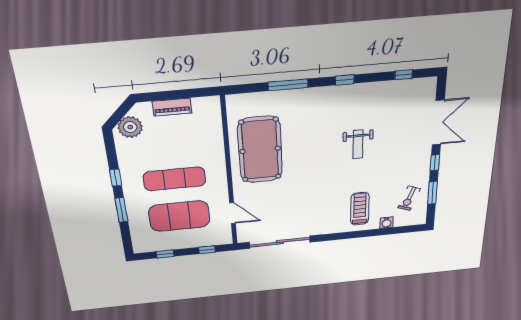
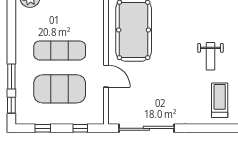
weight bench: (358, 144) -> (210, 56), moved
window: (116, 178) -> (11, 105), moved
door: (233, 213) -> (106, 76), moved

